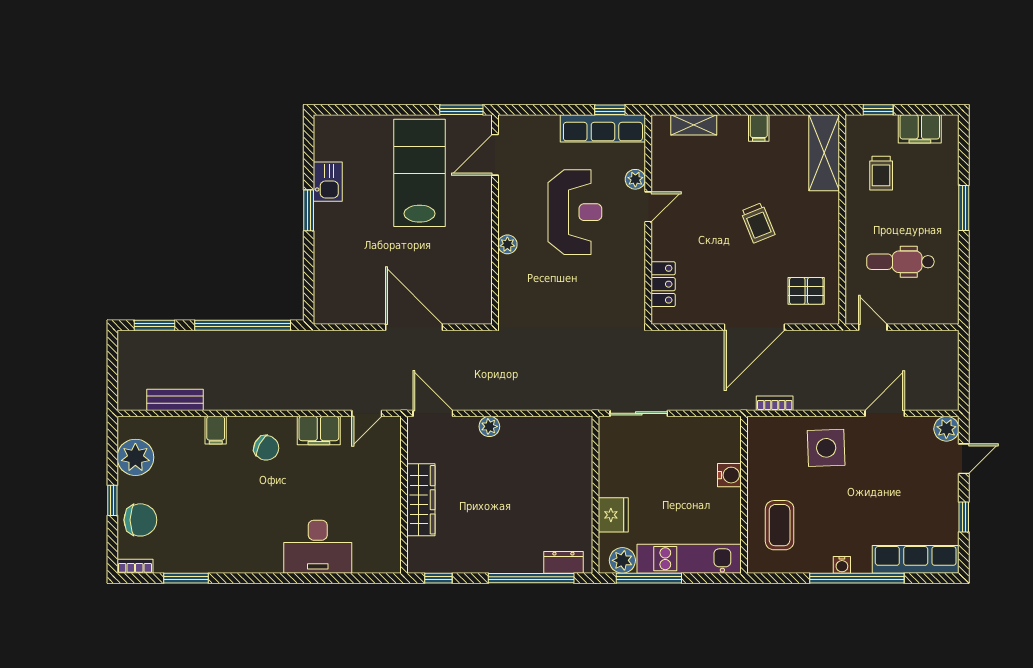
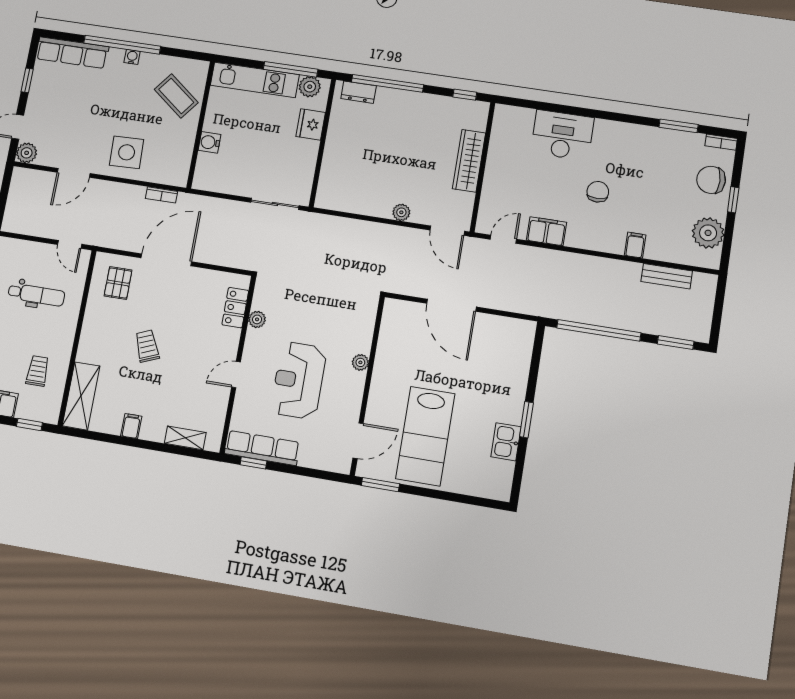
plant: (635, 179) -> (257, 319), moved
pallet: (806, 291) -> (118, 283), turned 90
chair: (266, 448) -> (598, 192), moved, turned 61
coffee table: (780, 525) -> (176, 96), turned -52

